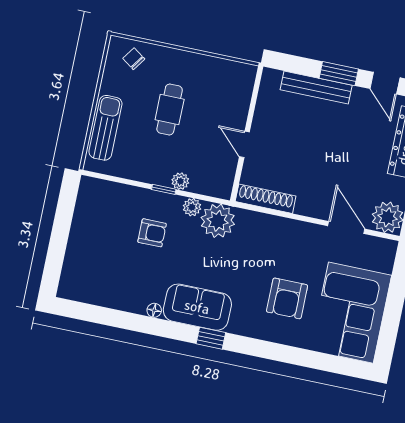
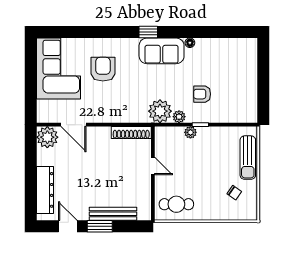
chair: (134, 59) -> (234, 193), moved
cafe table: (170, 109) -> (176, 204), moved, turned 90

